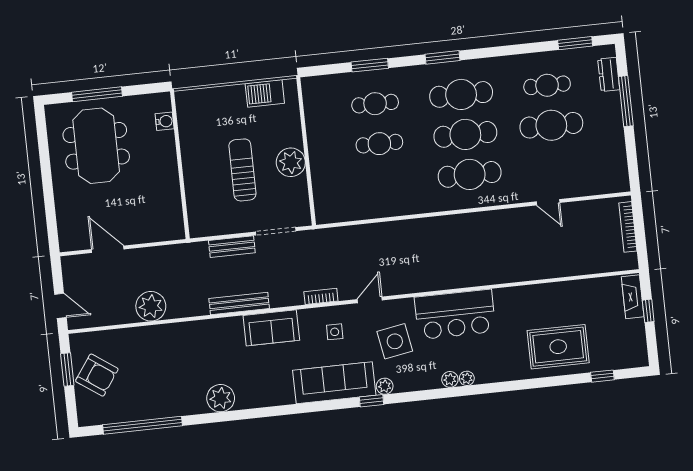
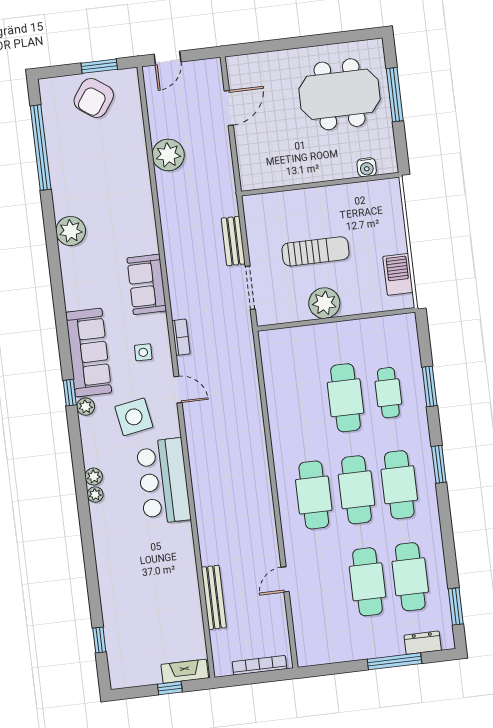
cafe table: (547, 85) -> (410, 577), width x1.37, depth x1.35
cafe table: (379, 144) -> (346, 398), width x1.37, depth x1.35
bench: (239, 304) -> (214, 597), moved
rug: (558, 347) -> (130, 592), removed

